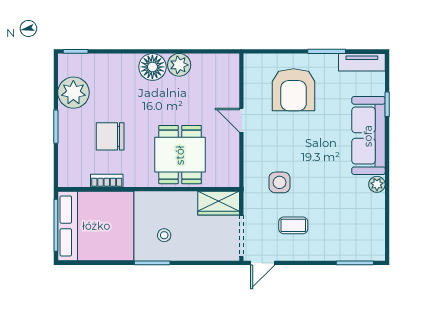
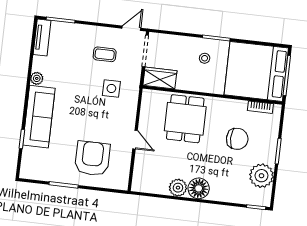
tv unit: (362, 62) -> (42, 38), moved, turned 90
bookcase: (107, 181) -> (260, 107), moved

